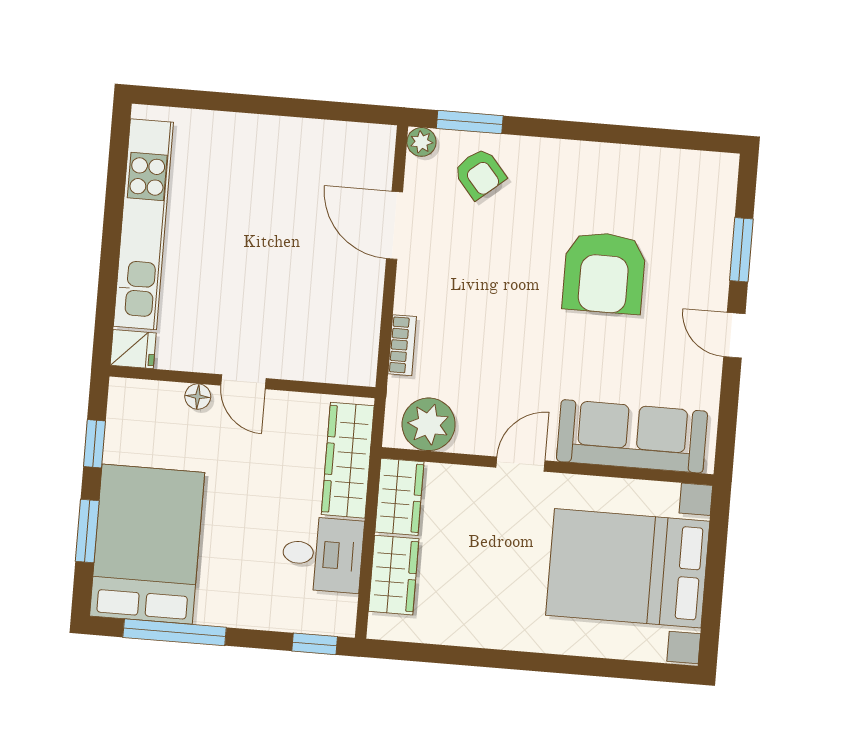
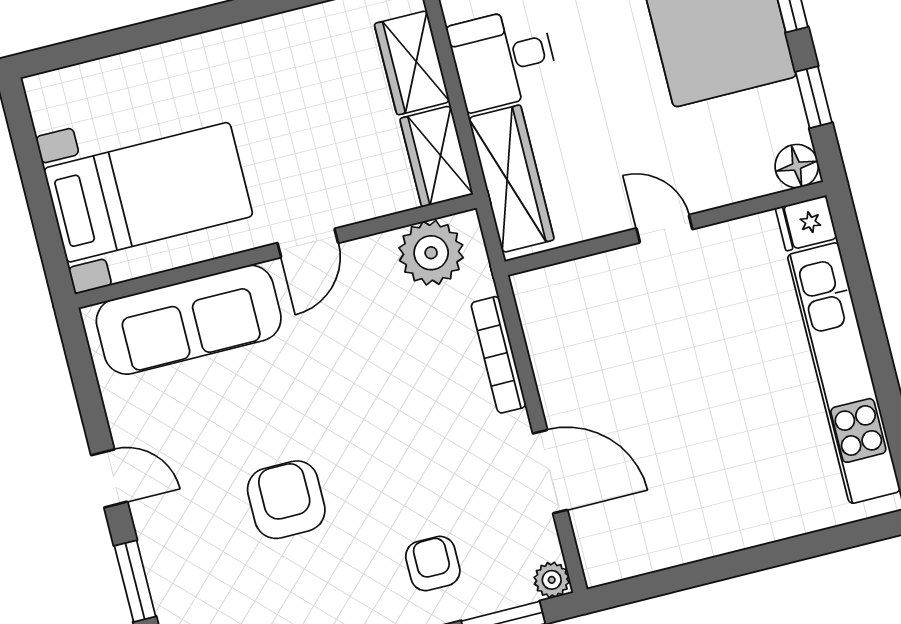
armchair: (480, 174) -> (433, 564), moved, turned 40
armchair: (604, 273) -> (286, 500), width x0.73, depth x0.73
bookcase: (402, 345) -> (499, 355), width x1.56
floor lamp: (198, 397) -> (797, 166), moved, width x1.37, depth x1.37
bed with nightstands: (628, 568) -> (148, 192), width x0.73

